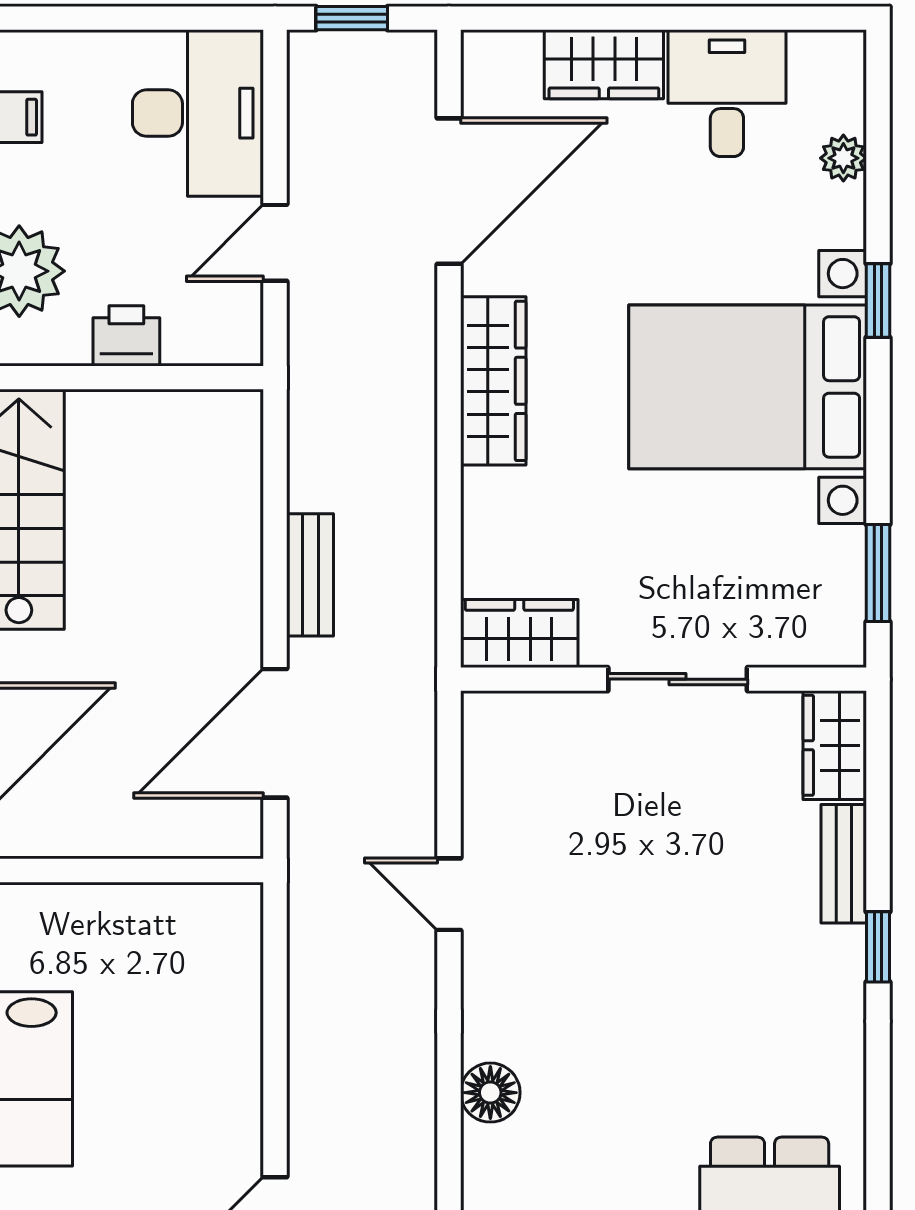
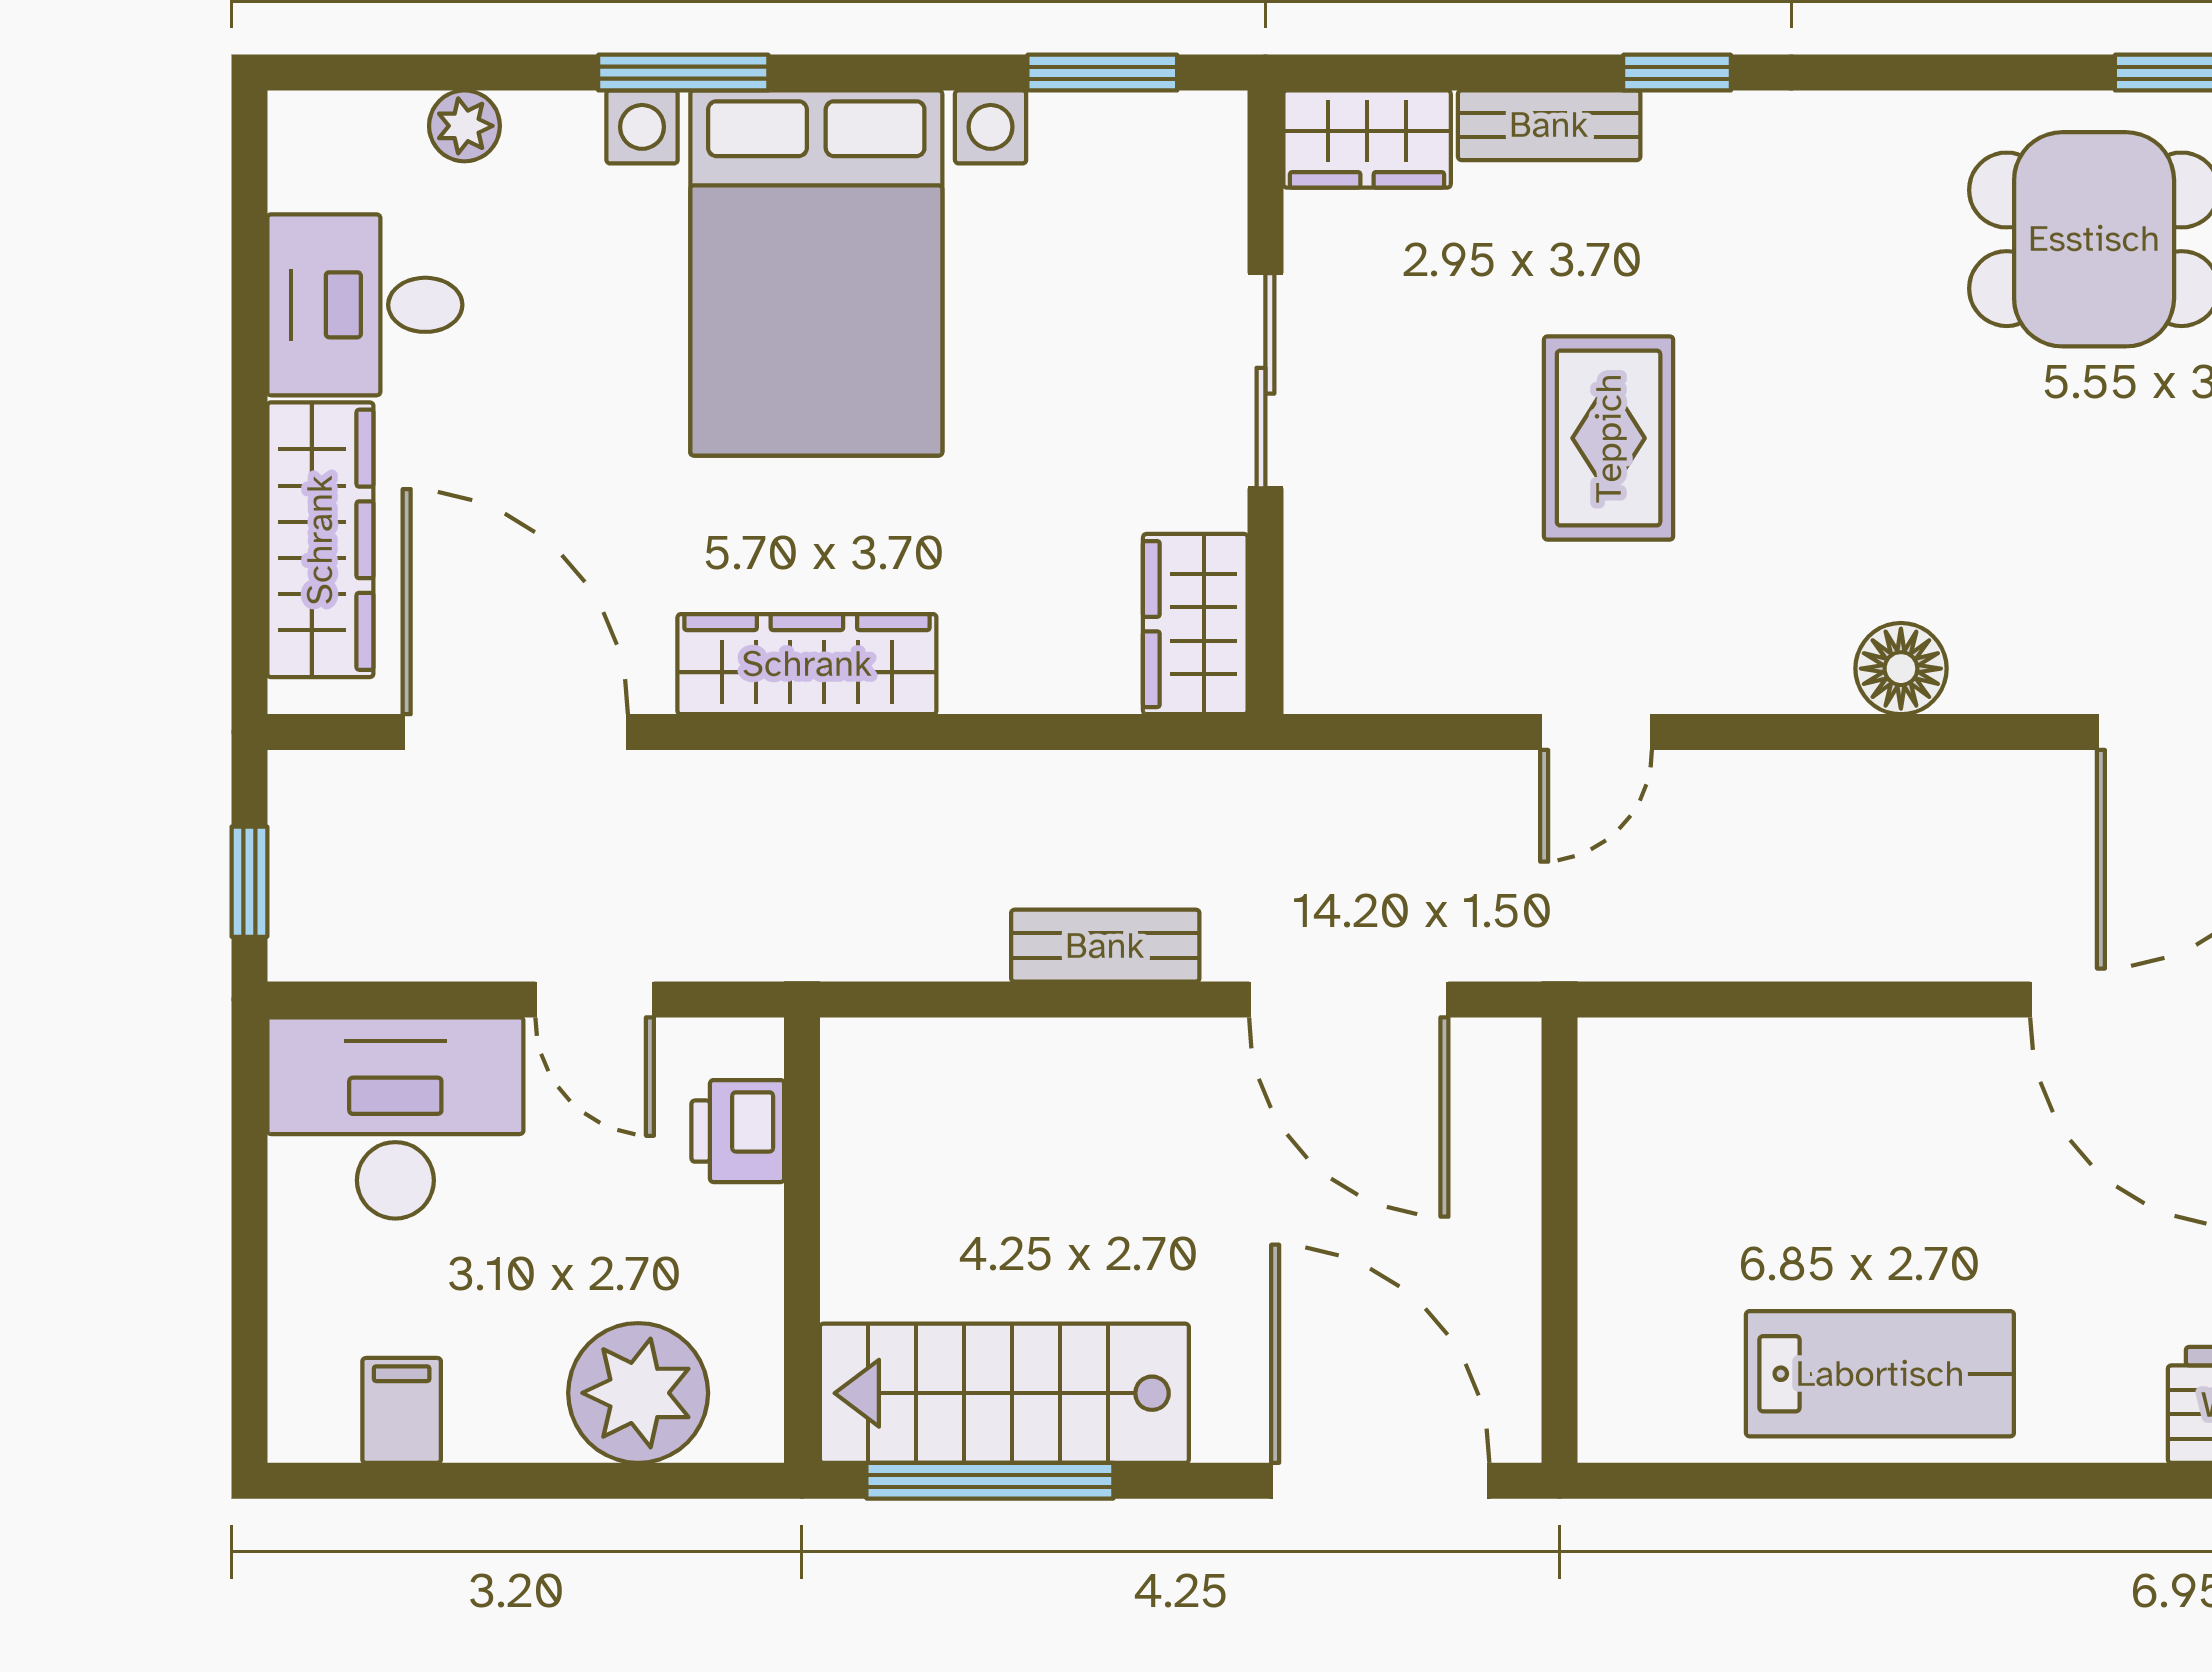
wardrobe: (604, 64) -> (320, 540), width x1.50
window: (878, 300) -> (683, 73), width x1.50
printer: (126, 336) -> (738, 1131), moved
rug: (640, 902) -> (1609, 438), added

